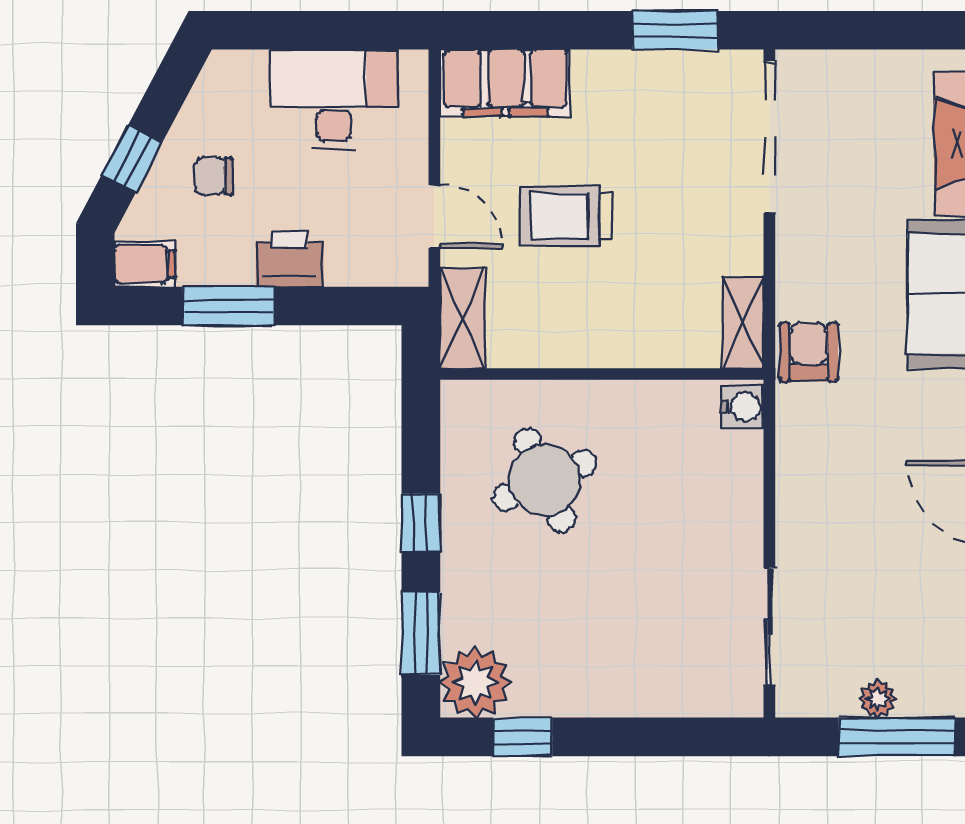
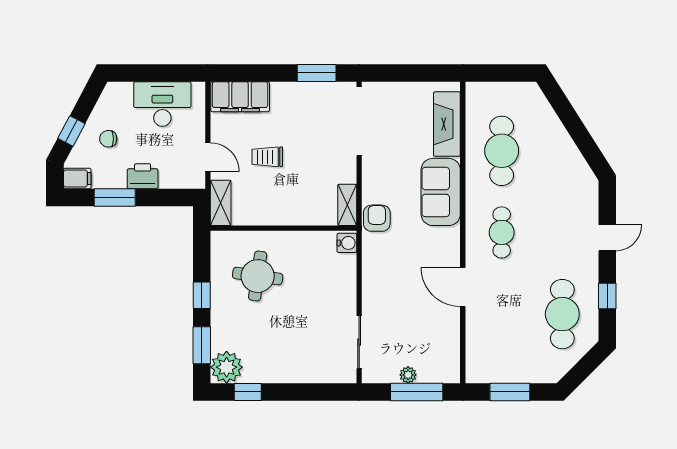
trolley: (566, 216) -> (267, 157), width x0.73, depth x0.72
round table: (545, 480) -> (258, 276), turned 32

